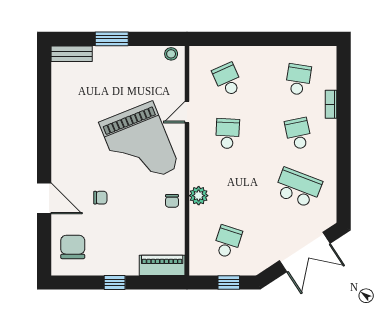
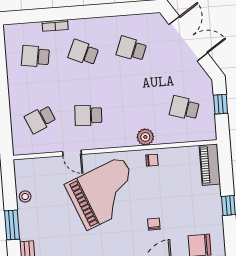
stool: (171, 54) -> (25, 196), moved
school desk: (298, 134) -> (83, 53), turned 36
school desk: (298, 188) -> (132, 49), width x0.54

